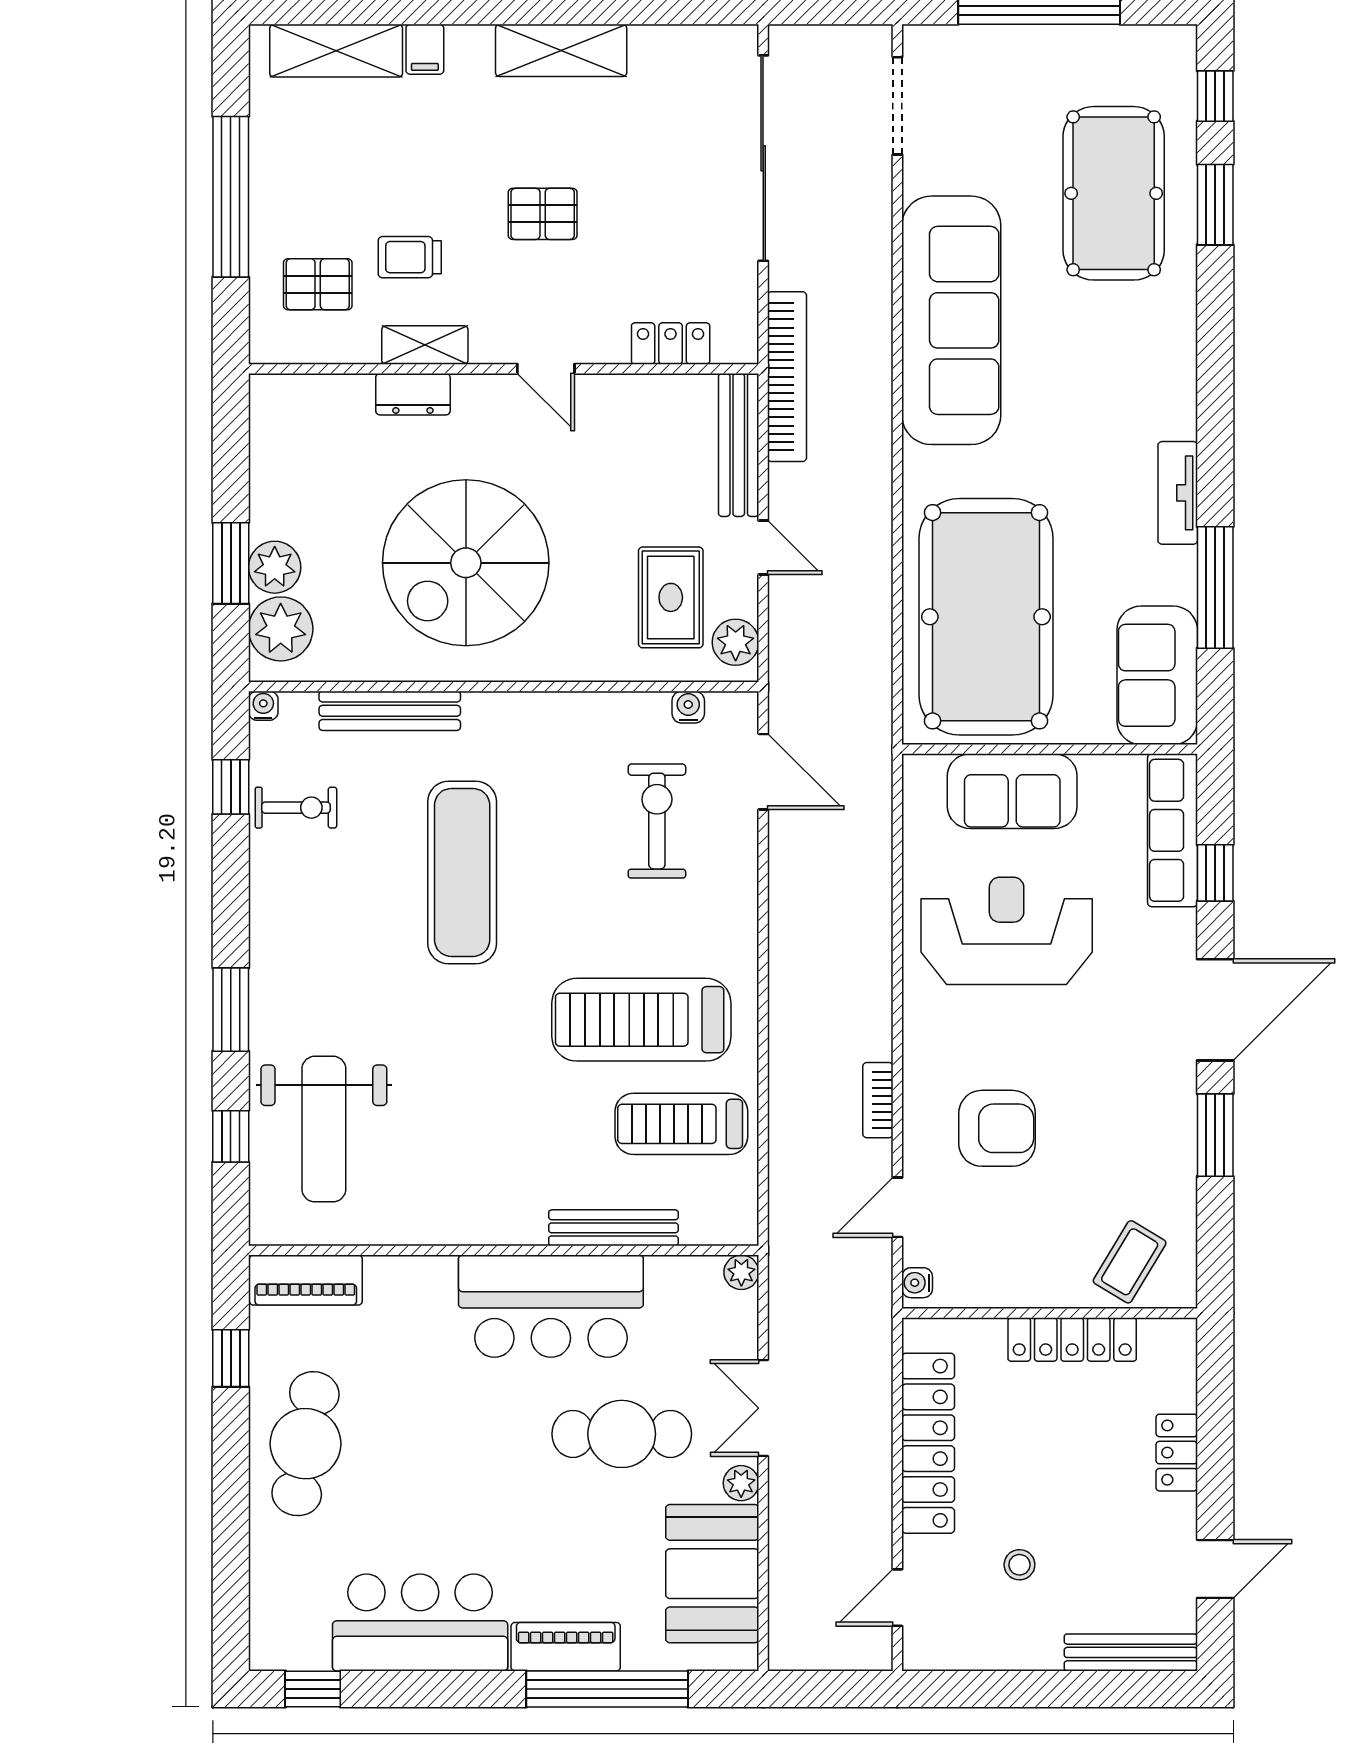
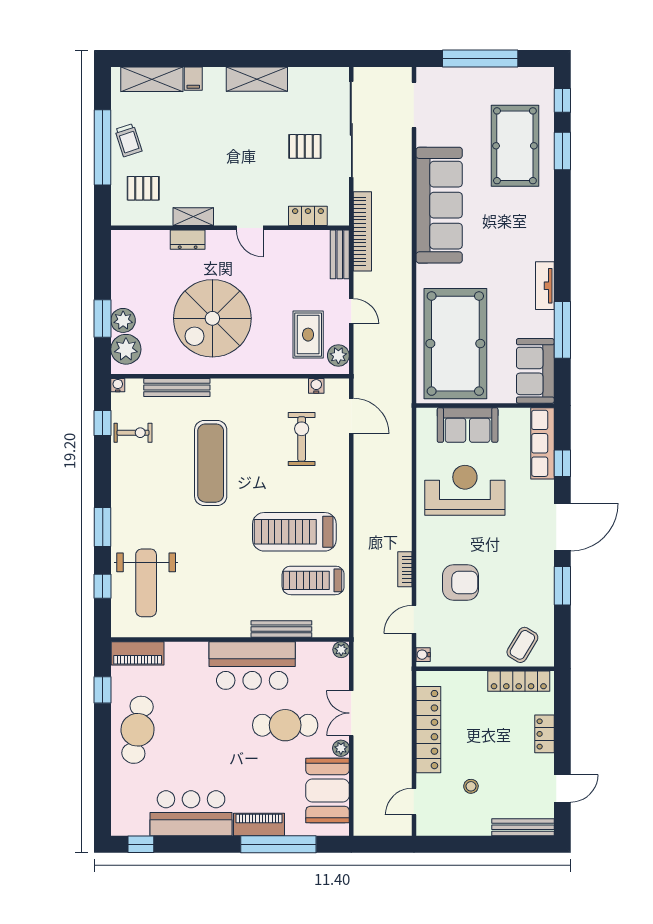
pallet: (543, 214) -> (305, 146), moved
trolley: (410, 257) -> (128, 140), moved, turned -108
bench: (739, 445) -> (340, 254), width x0.73
locker: (1072, 1339) -> (519, 681), moved

